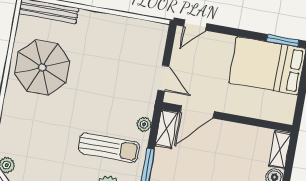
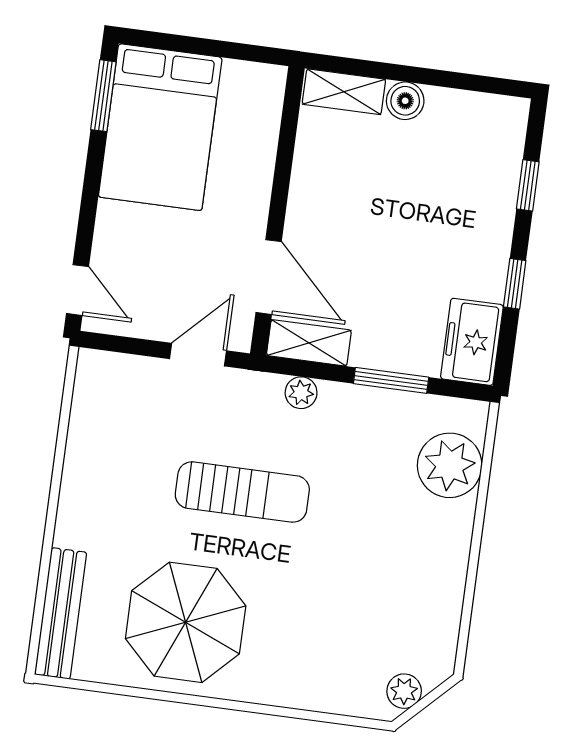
sun lounger: (109, 148) -> (242, 492), moved, turned 90

